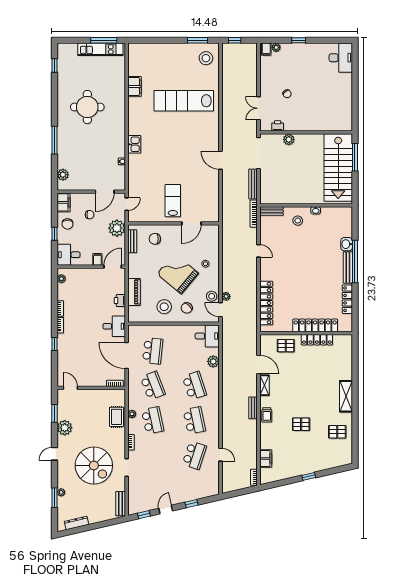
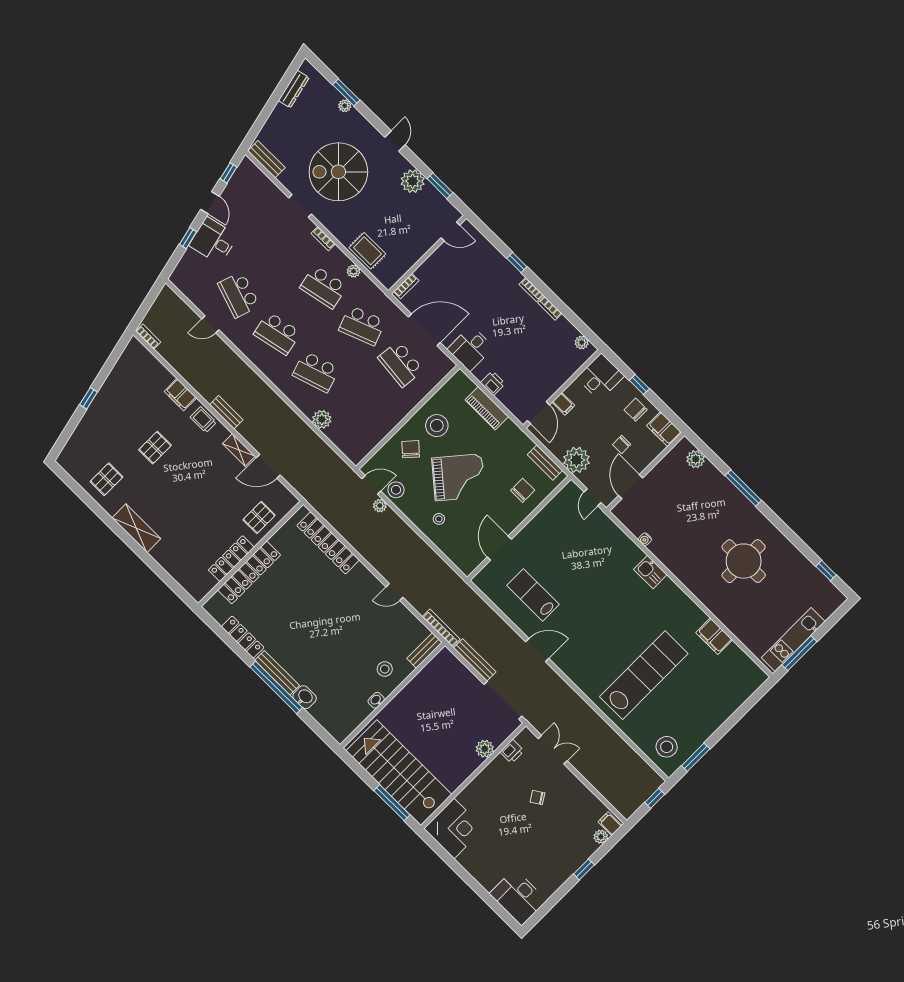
corner desk: (339, 117) -> (454, 828), added
lab bench: (173, 201) -> (533, 595), moved, turned 180
desk: (207, 336) -> (213, 241), moved, turned 77
filing cabinet: (266, 458) -> (180, 395), moved

